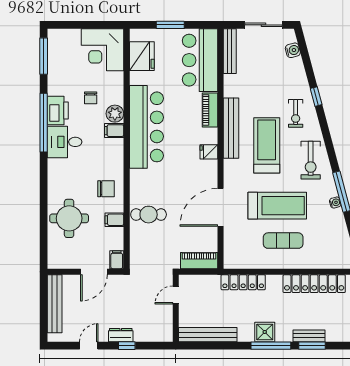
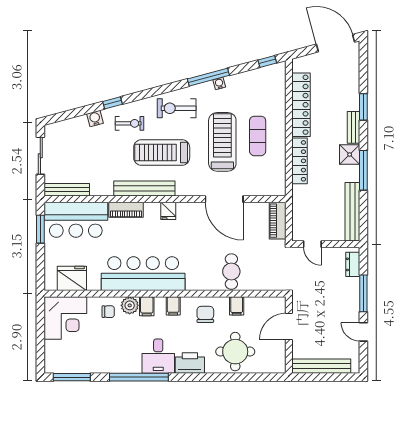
window: (170, 25) -> (40, 229), moved
water cooler: (293, 50) -> (95, 118), moved
chair: (91, 98) -> (108, 312), moved
printer: (58, 110) -> (190, 363), moved
exercise bike: (311, 160) -> (177, 108), turned 180
filing cabinet: (117, 260) -> (173, 306), moved, turned -90
door: (94, 272) -> (289, 327), swing flipped
locker: (243, 282) -> (300, 161), moved
dresser: (121, 335) -> (353, 264), moved
bench: (309, 336) -> (354, 127), moved
window: (127, 346) -> (363, 293), width x2.17
window: (271, 346) -> (363, 170), moved

